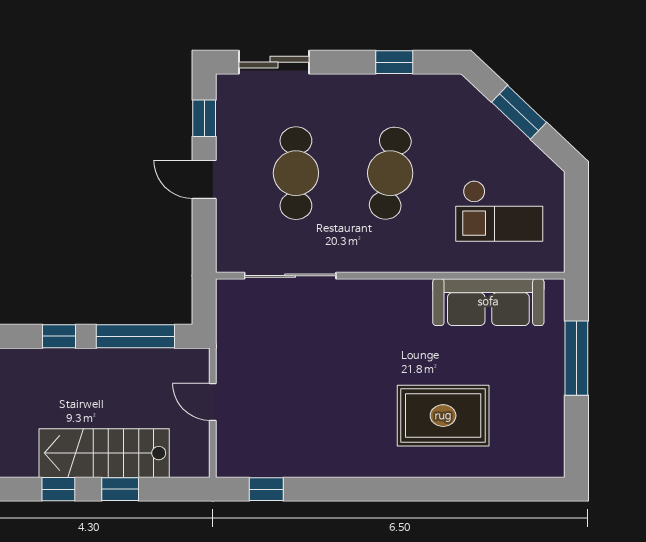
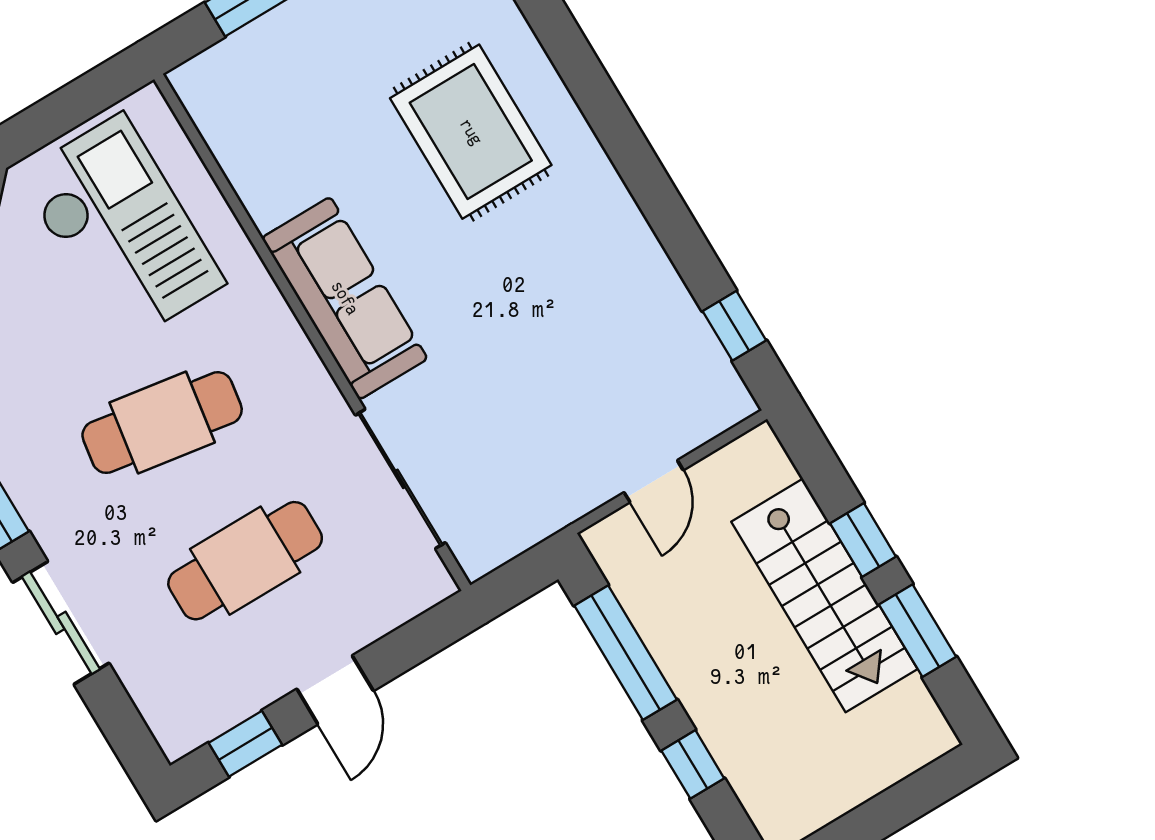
sliding door: (274, 62) -> (61, 623), moved
checkout: (499, 211) -> (121, 229), width x1.36, depth x1.21
sofa: (488, 302) -> (345, 298), moved
window: (58, 489) -> (917, 631), width x1.50

